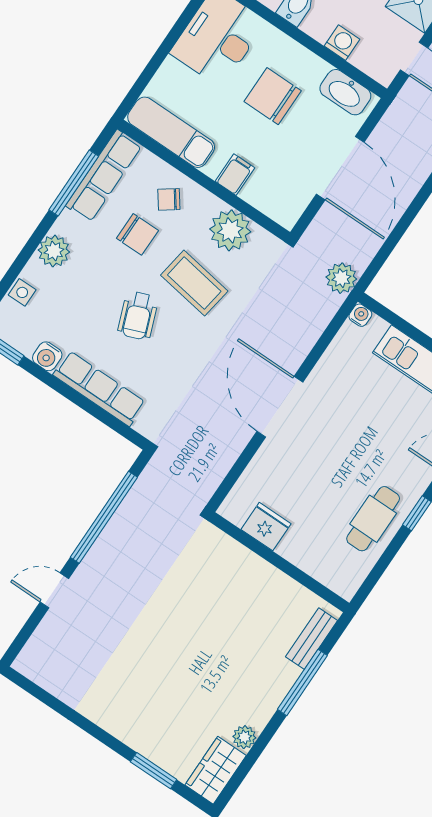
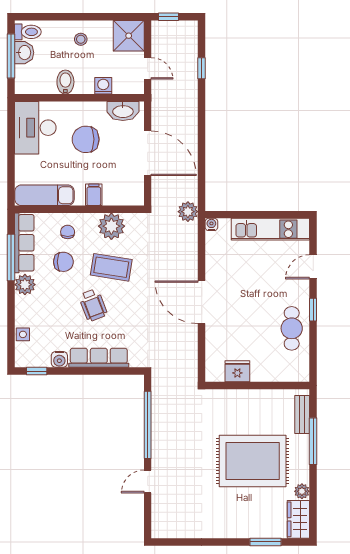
chair: (169, 199) -> (68, 232), turned 126
plant: (54, 251) -> (25, 285), moved
rug: (207, 655) -> (253, 461), added

